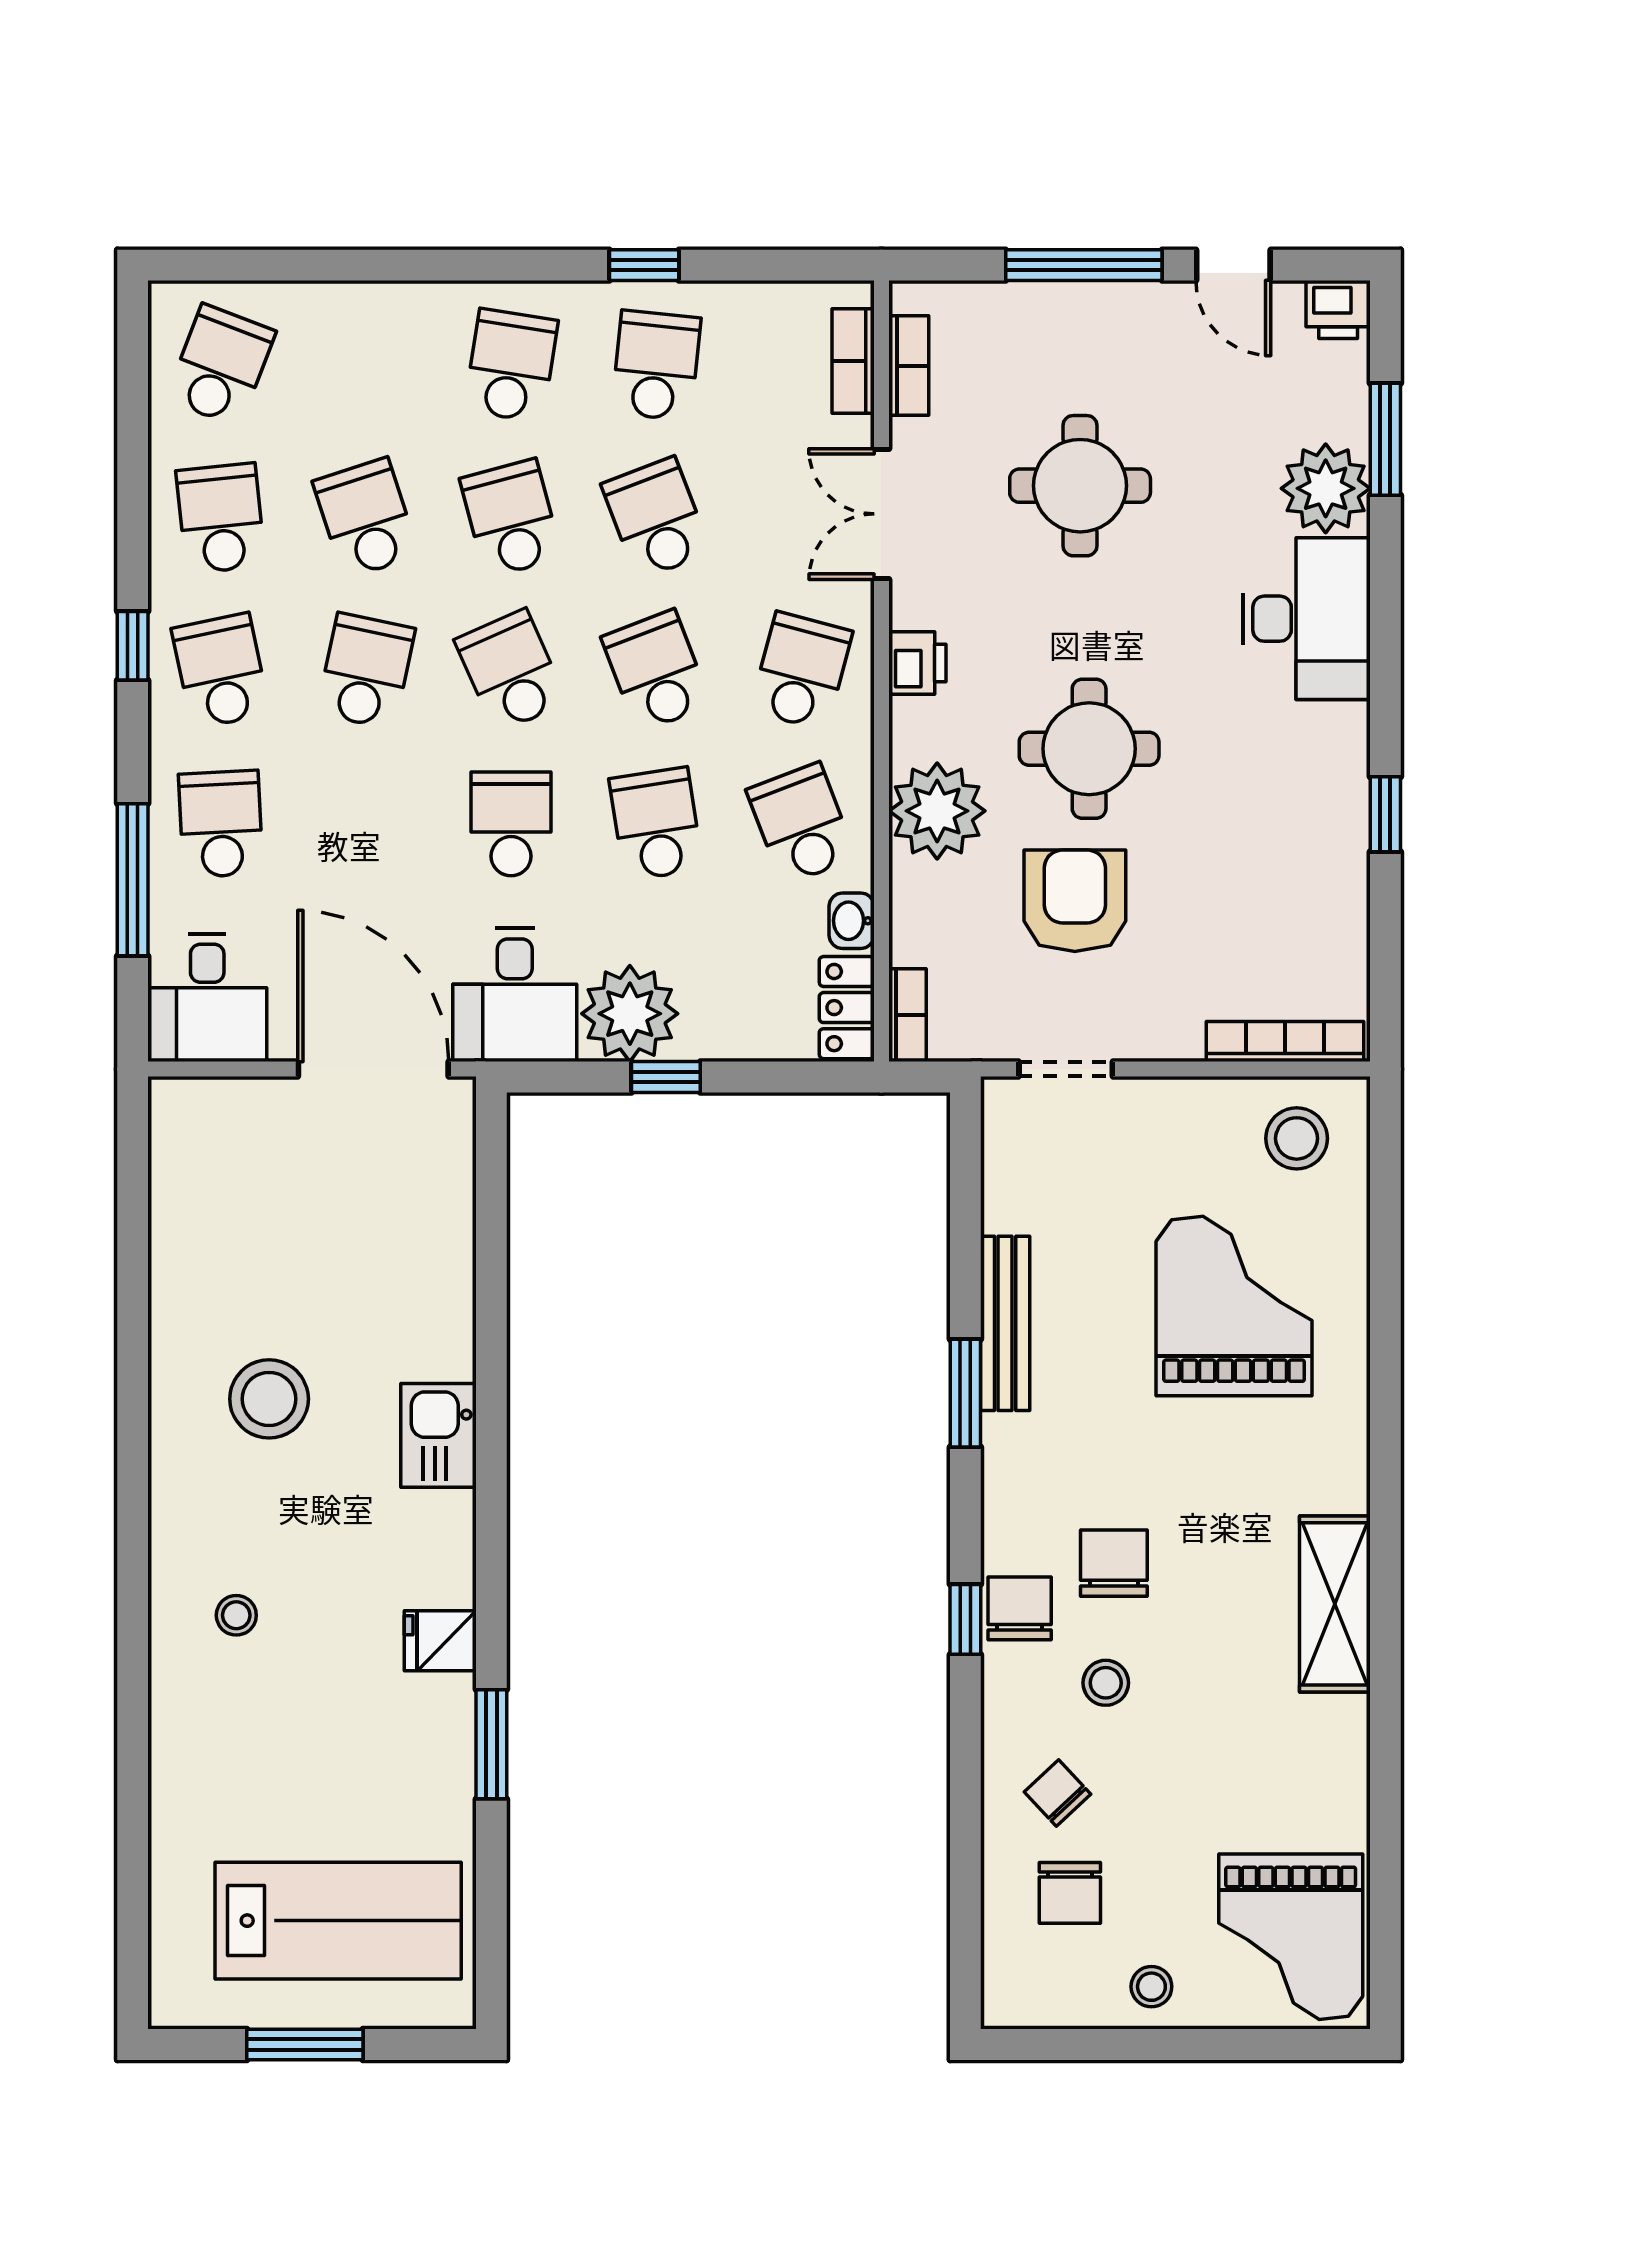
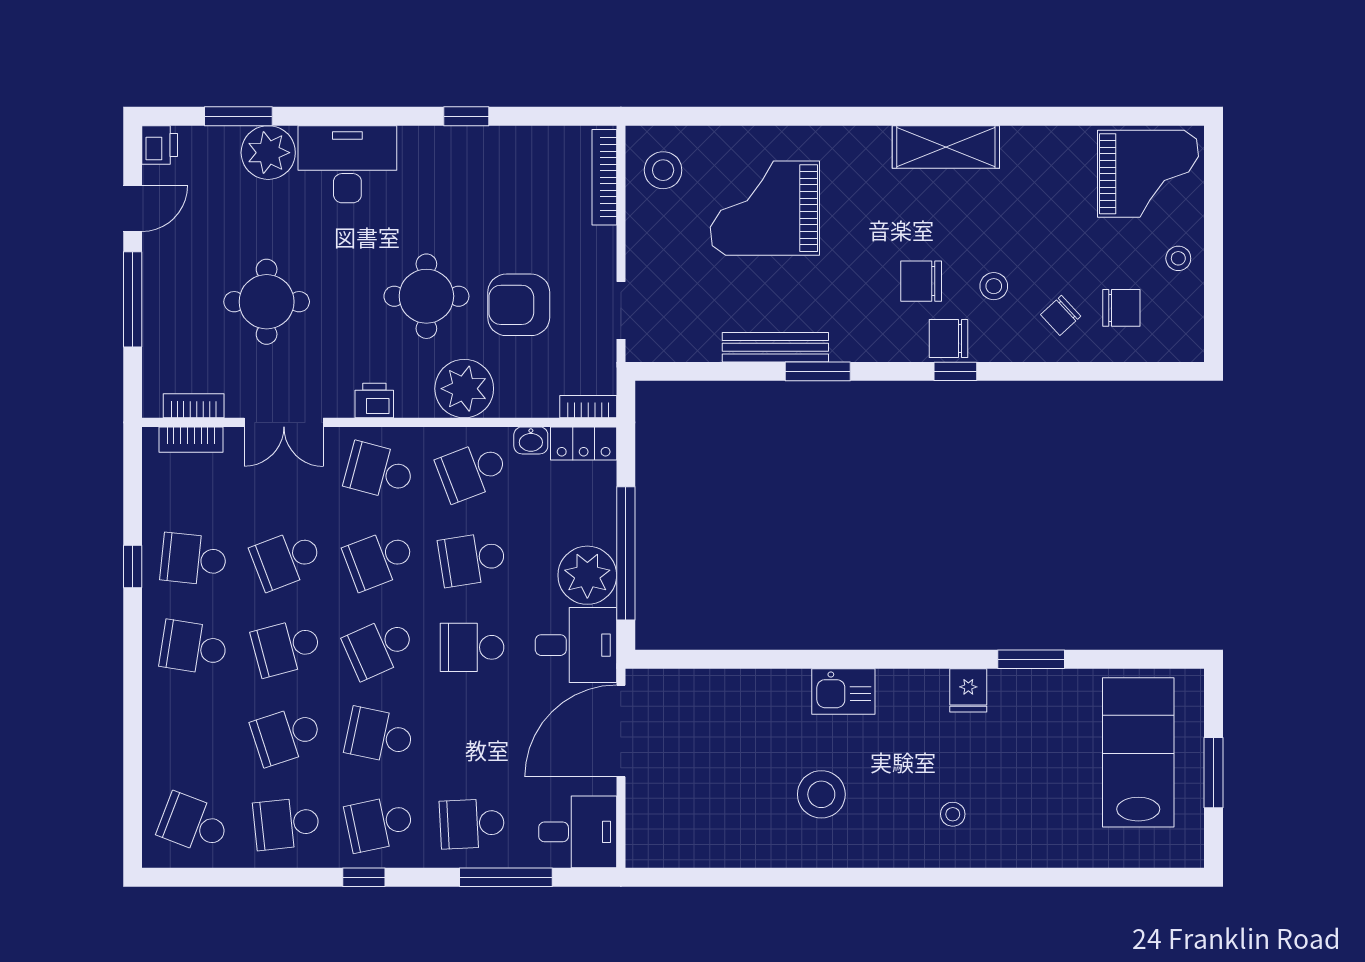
window: (666, 1077) -> (626, 553), width x3.17

